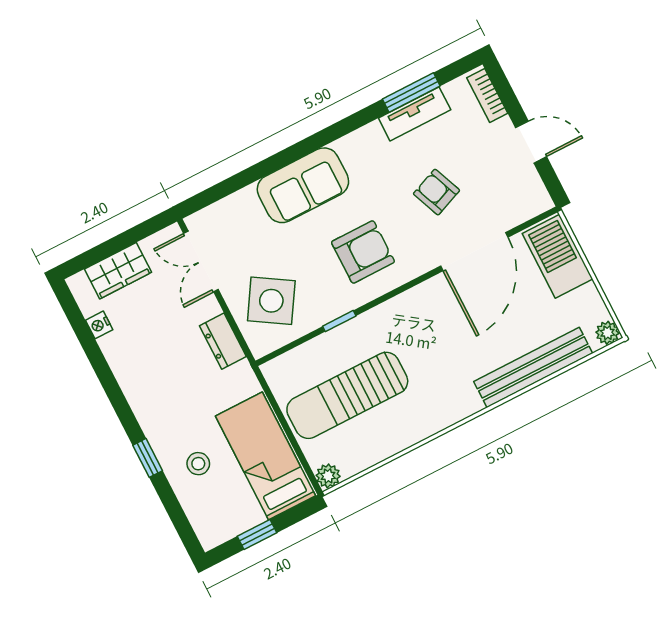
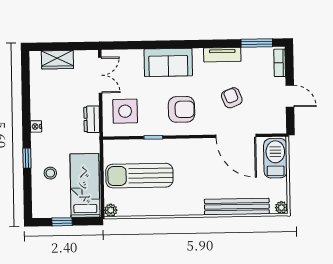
window: (411, 93) -> (257, 43), moved
tv unit: (415, 114) -> (222, 55), moved
door: (474, 252) -> (236, 136), hinge flipped
double door: (201, 262) -> (100, 75), swing flipped
side table: (271, 301) -> (125, 111), turned -32
nightstand: (99, 325) -> (36, 126), moved

